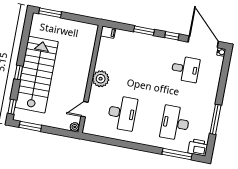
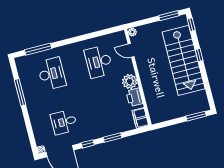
filing cabinet: (108, 32) -> (140, 118), width x2.00
door: (85, 109) -> (131, 50), swing flipped
printer: (198, 147) -> (134, 97), moved, turned 90

